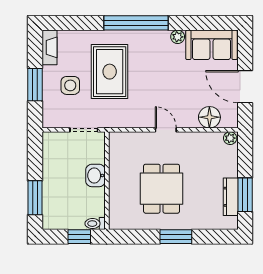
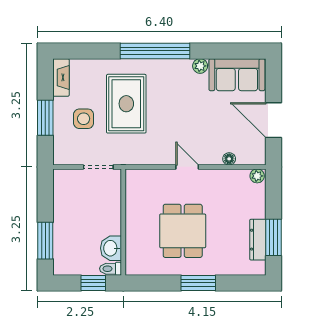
floor lamp: (209, 117) -> (229, 159), width x0.53, depth x0.53
washbasin: (95, 175) -> (111, 248), moved

